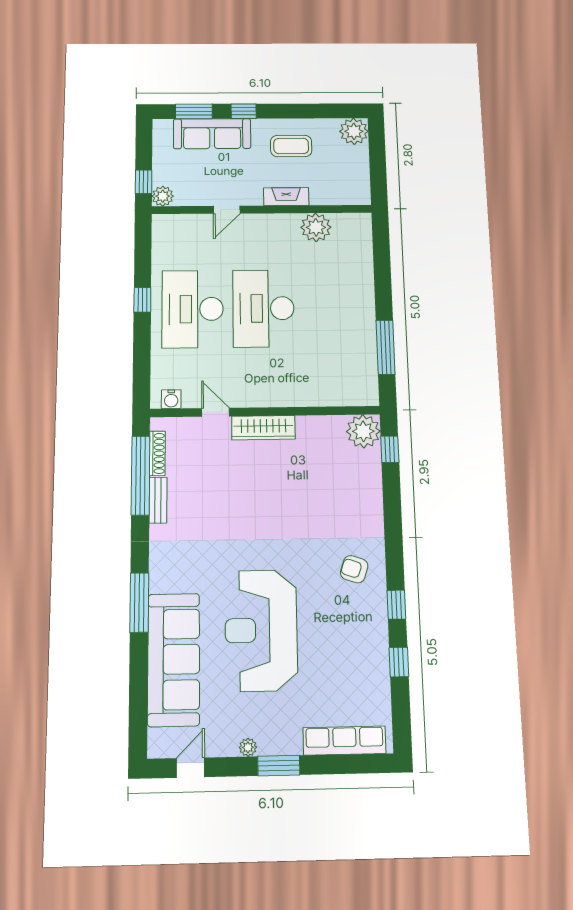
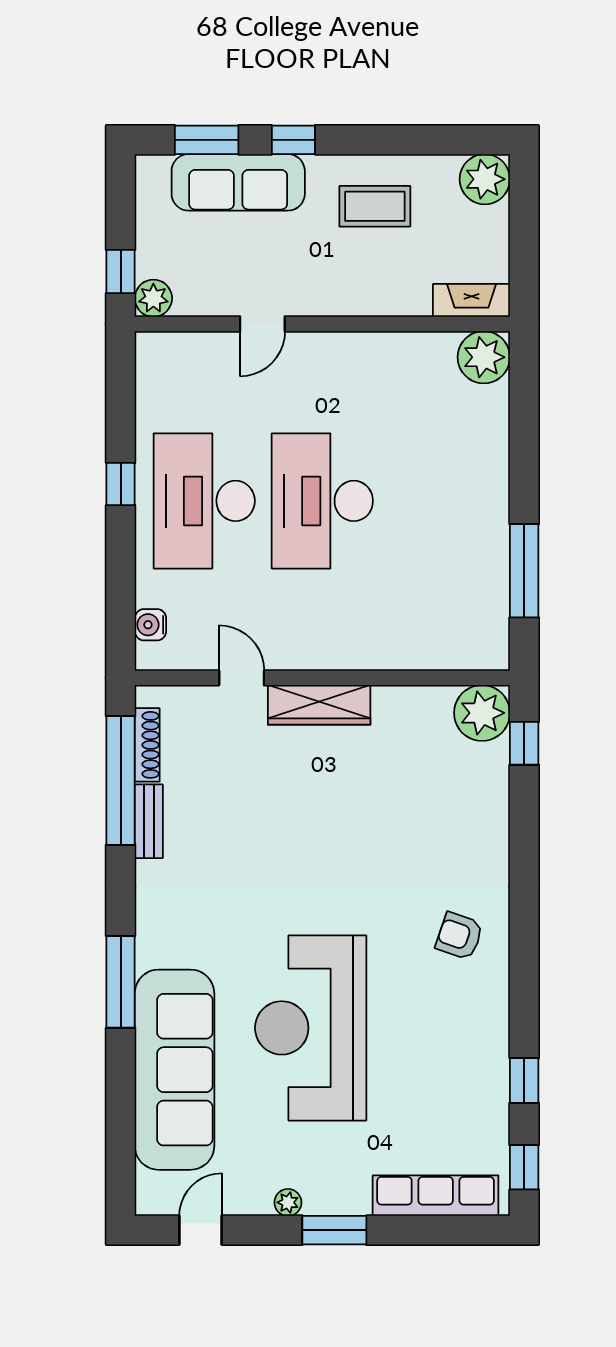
fireplace: (286, 197) -> (471, 300), moved
plant: (316, 227) -> (484, 357), moved
water cooler: (171, 399) -> (150, 625), moved, turned 90
window: (396, 605) -> (524, 1167), moved

